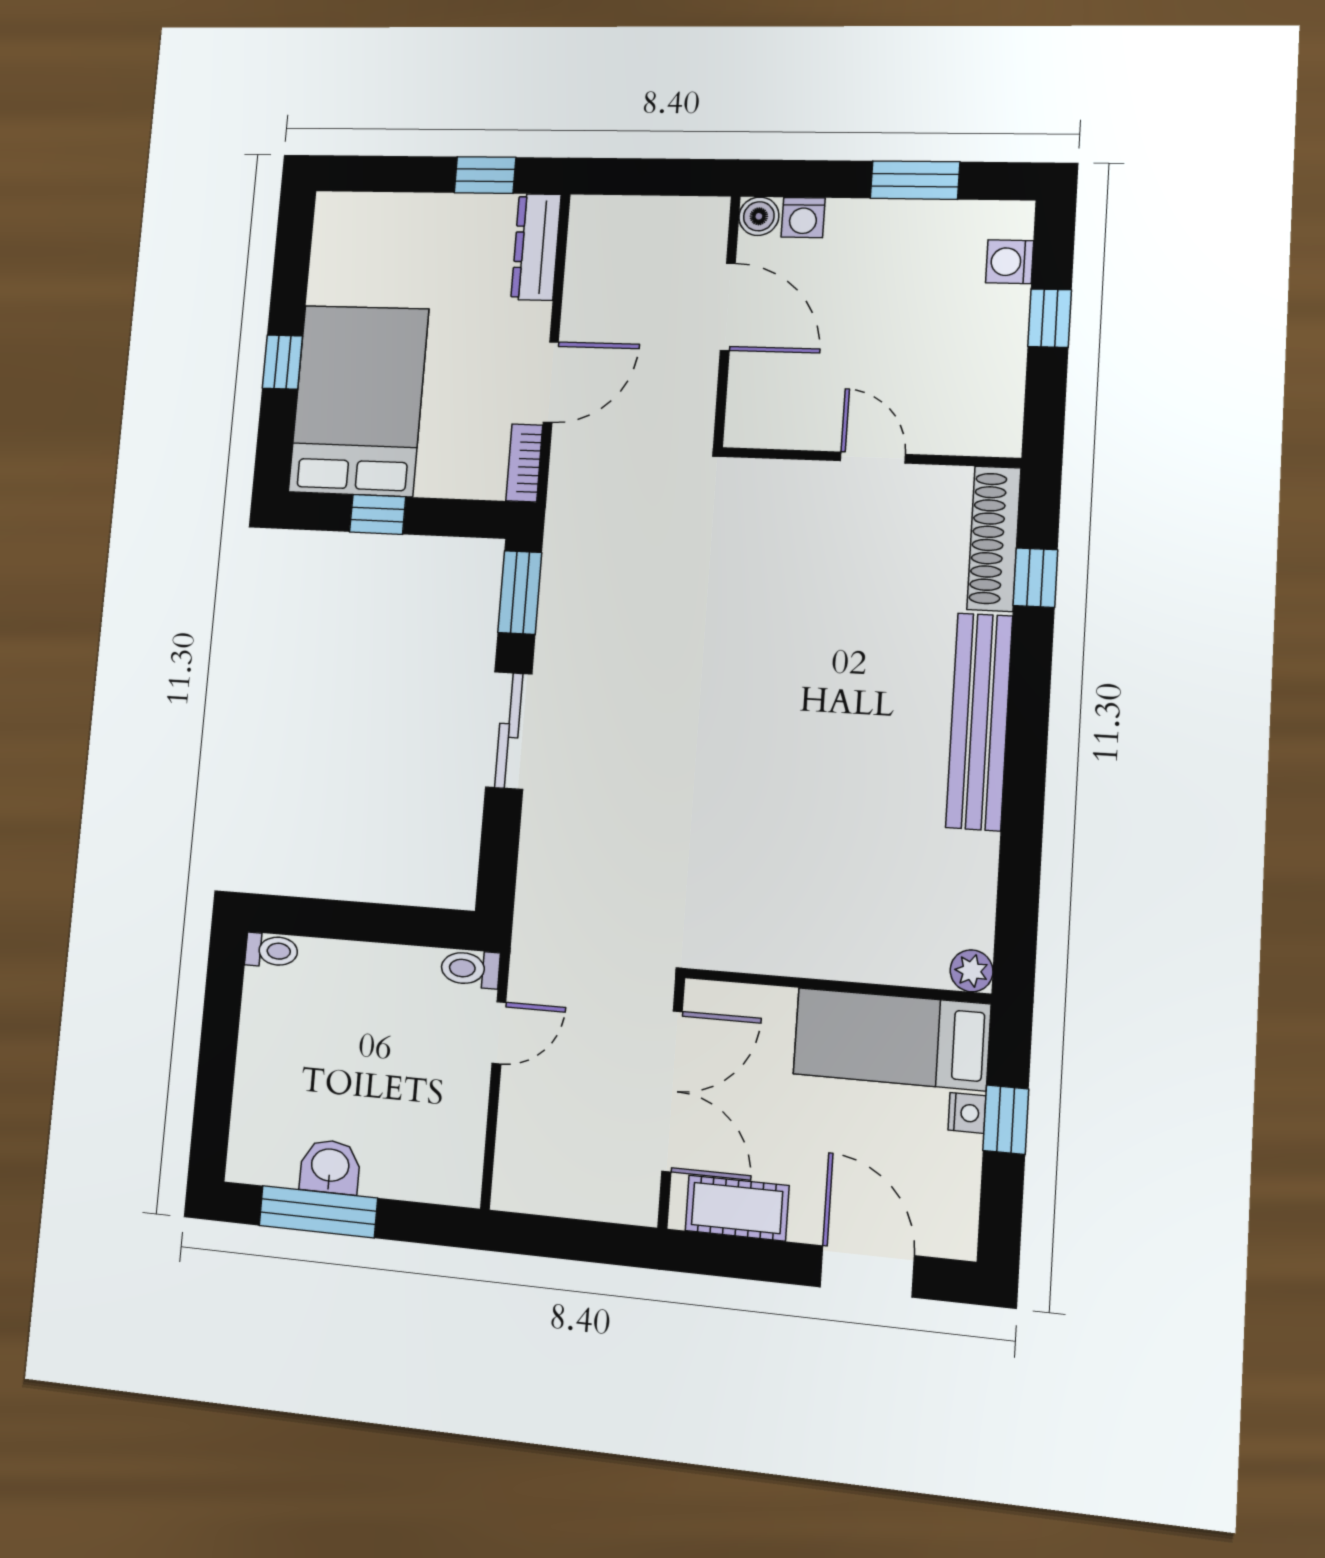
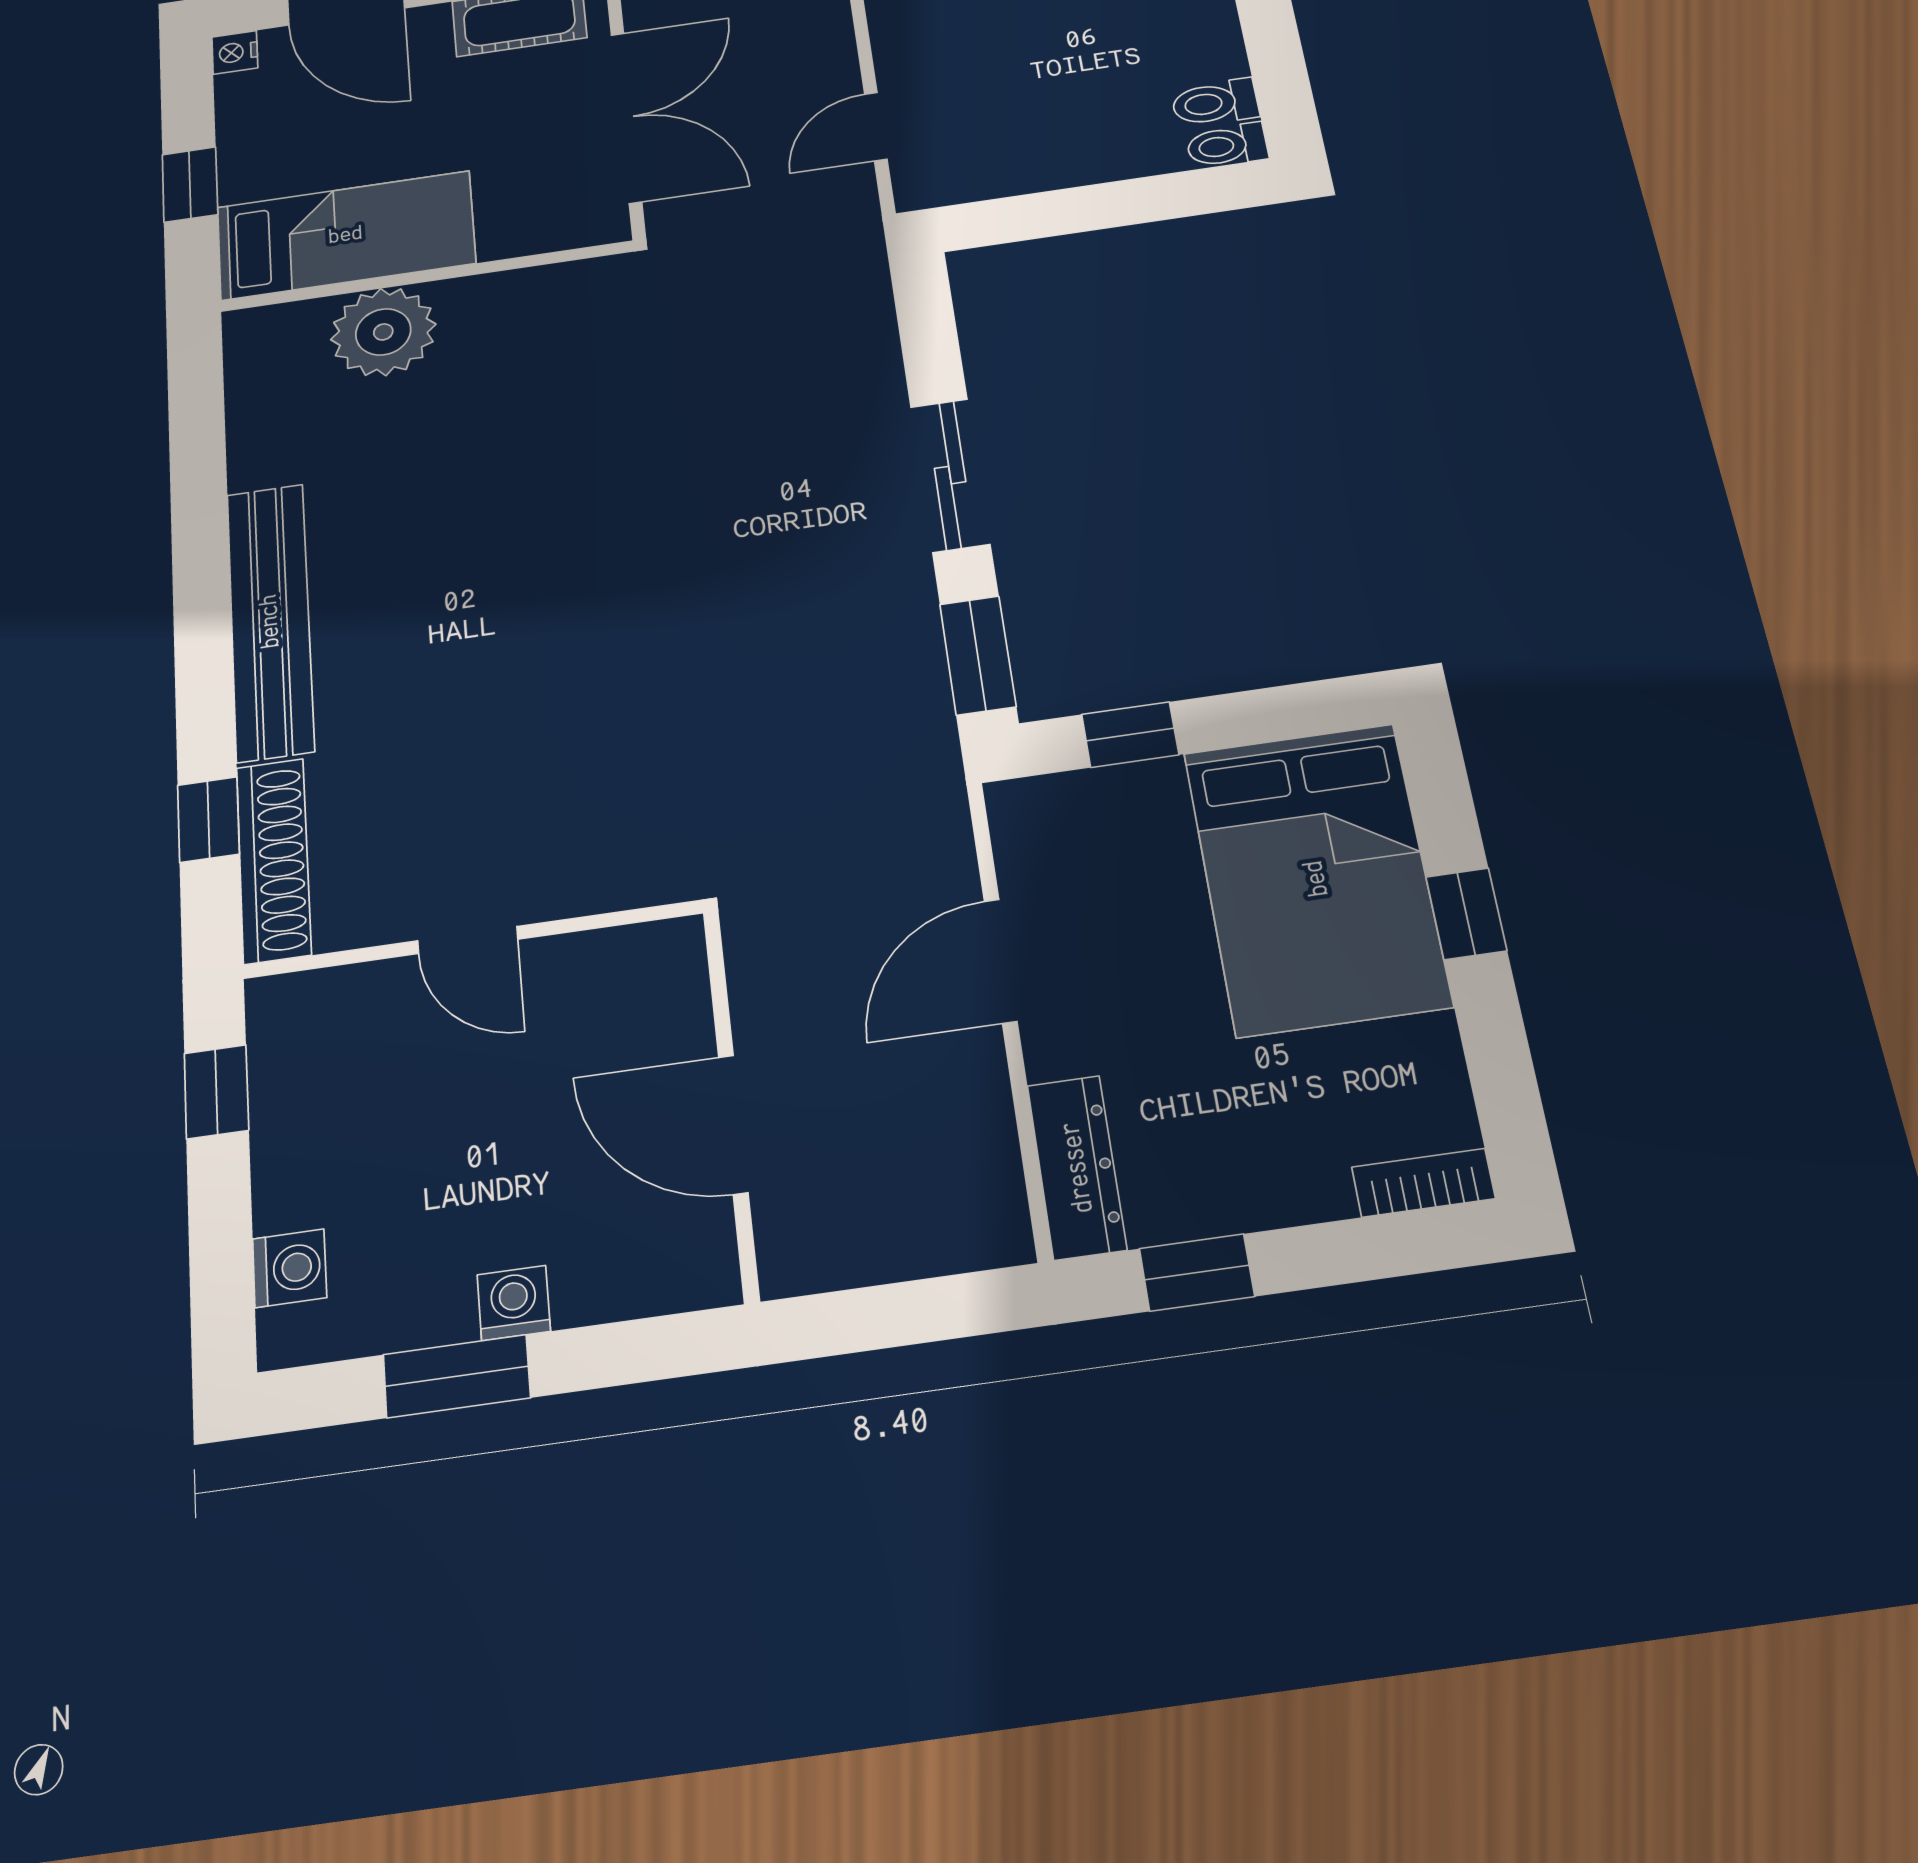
boiler: (759, 216) -> (707, 1277), removed
washing machine: (803, 218) -> (514, 1303), moved
window: (1050, 318) -> (216, 1092), moved
bookcase: (524, 463) -> (1423, 1183), moved, turned -90
window: (378, 514) -> (1130, 735), moved
toilet: (470, 969) -> (1215, 103), moved, turned 180
plant: (972, 971) -> (383, 332), moved, width x1.88, depth x1.88
double door: (672, 1091) -> (626, 117), swing flipped
nightstand: (967, 1113) -> (235, 52), moved

